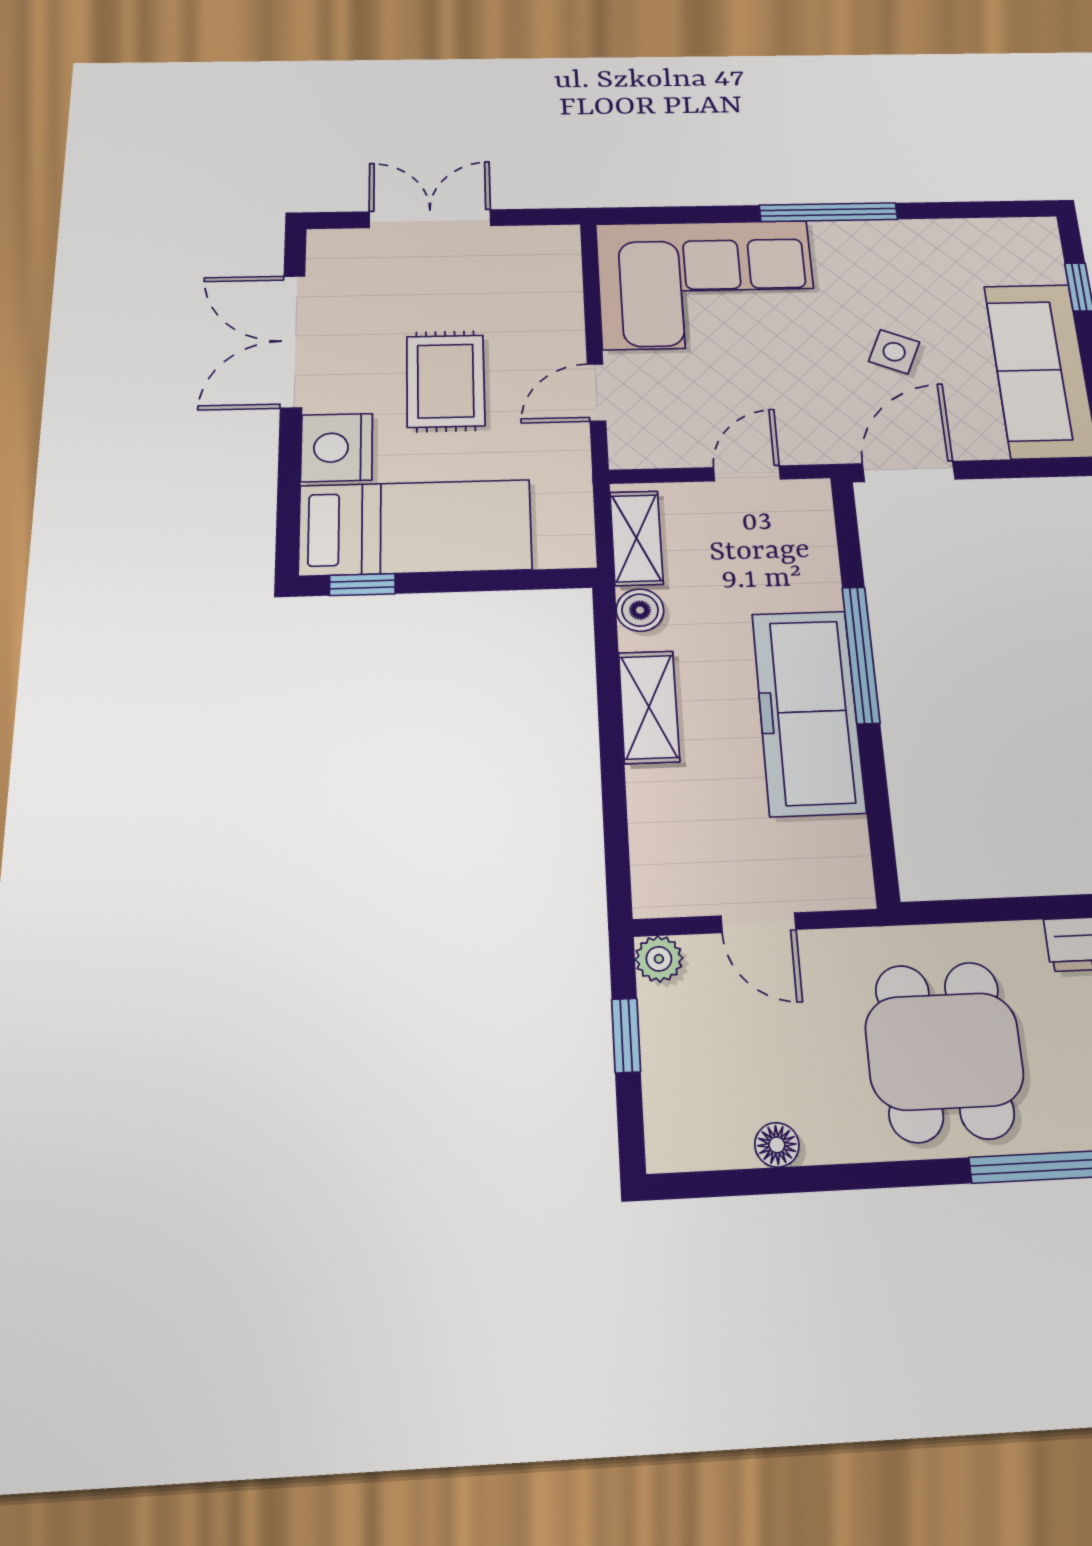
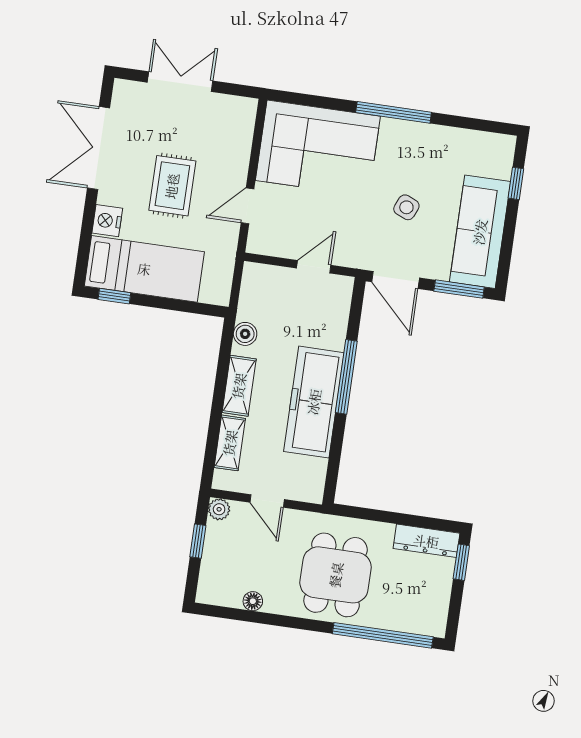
nightstand: (337, 448) -> (107, 221), width x0.74, depth x0.75
window: (1032, 468) -> (459, 289), added
door: (909, 471) -> (396, 280), swing flipped
shelving: (636, 538) -> (230, 443), moved

